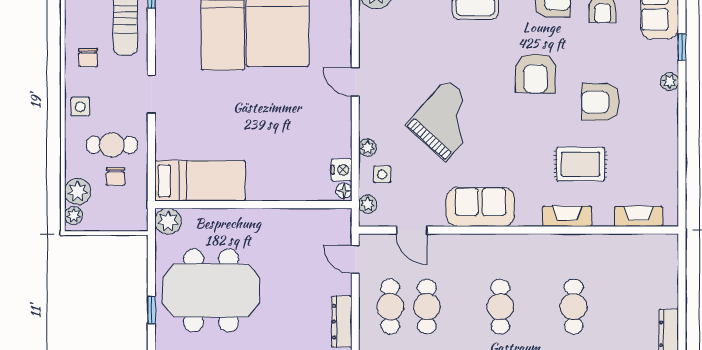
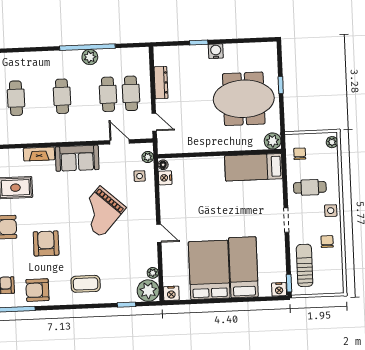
plant: (368, 148) -> (153, 273), moved
chair: (115, 177) -> (300, 154), moved
plant: (78, 191) -> (330, 157), removed
fireplace: (567, 216) -> (39, 154), moved

